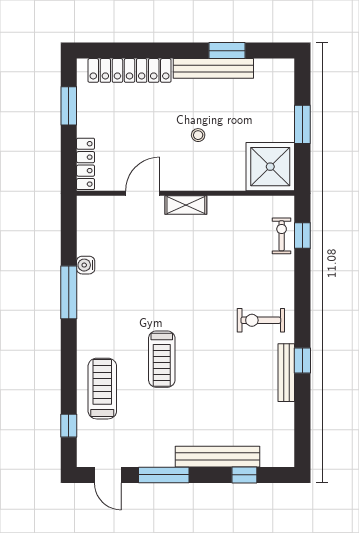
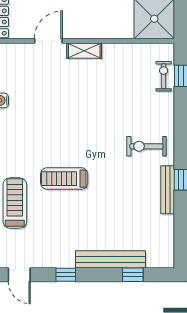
treadmill: (162, 359) -> (64, 179), turned 90
window: (164, 475) -> (66, 275), width x0.46

